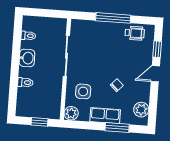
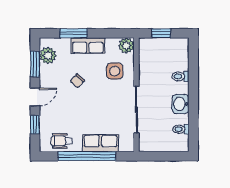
window: (113, 18) -> (87, 156), width x1.46
row of seats: (100, 29) -> (101, 143), added
window: (153, 103) -> (35, 64), added

